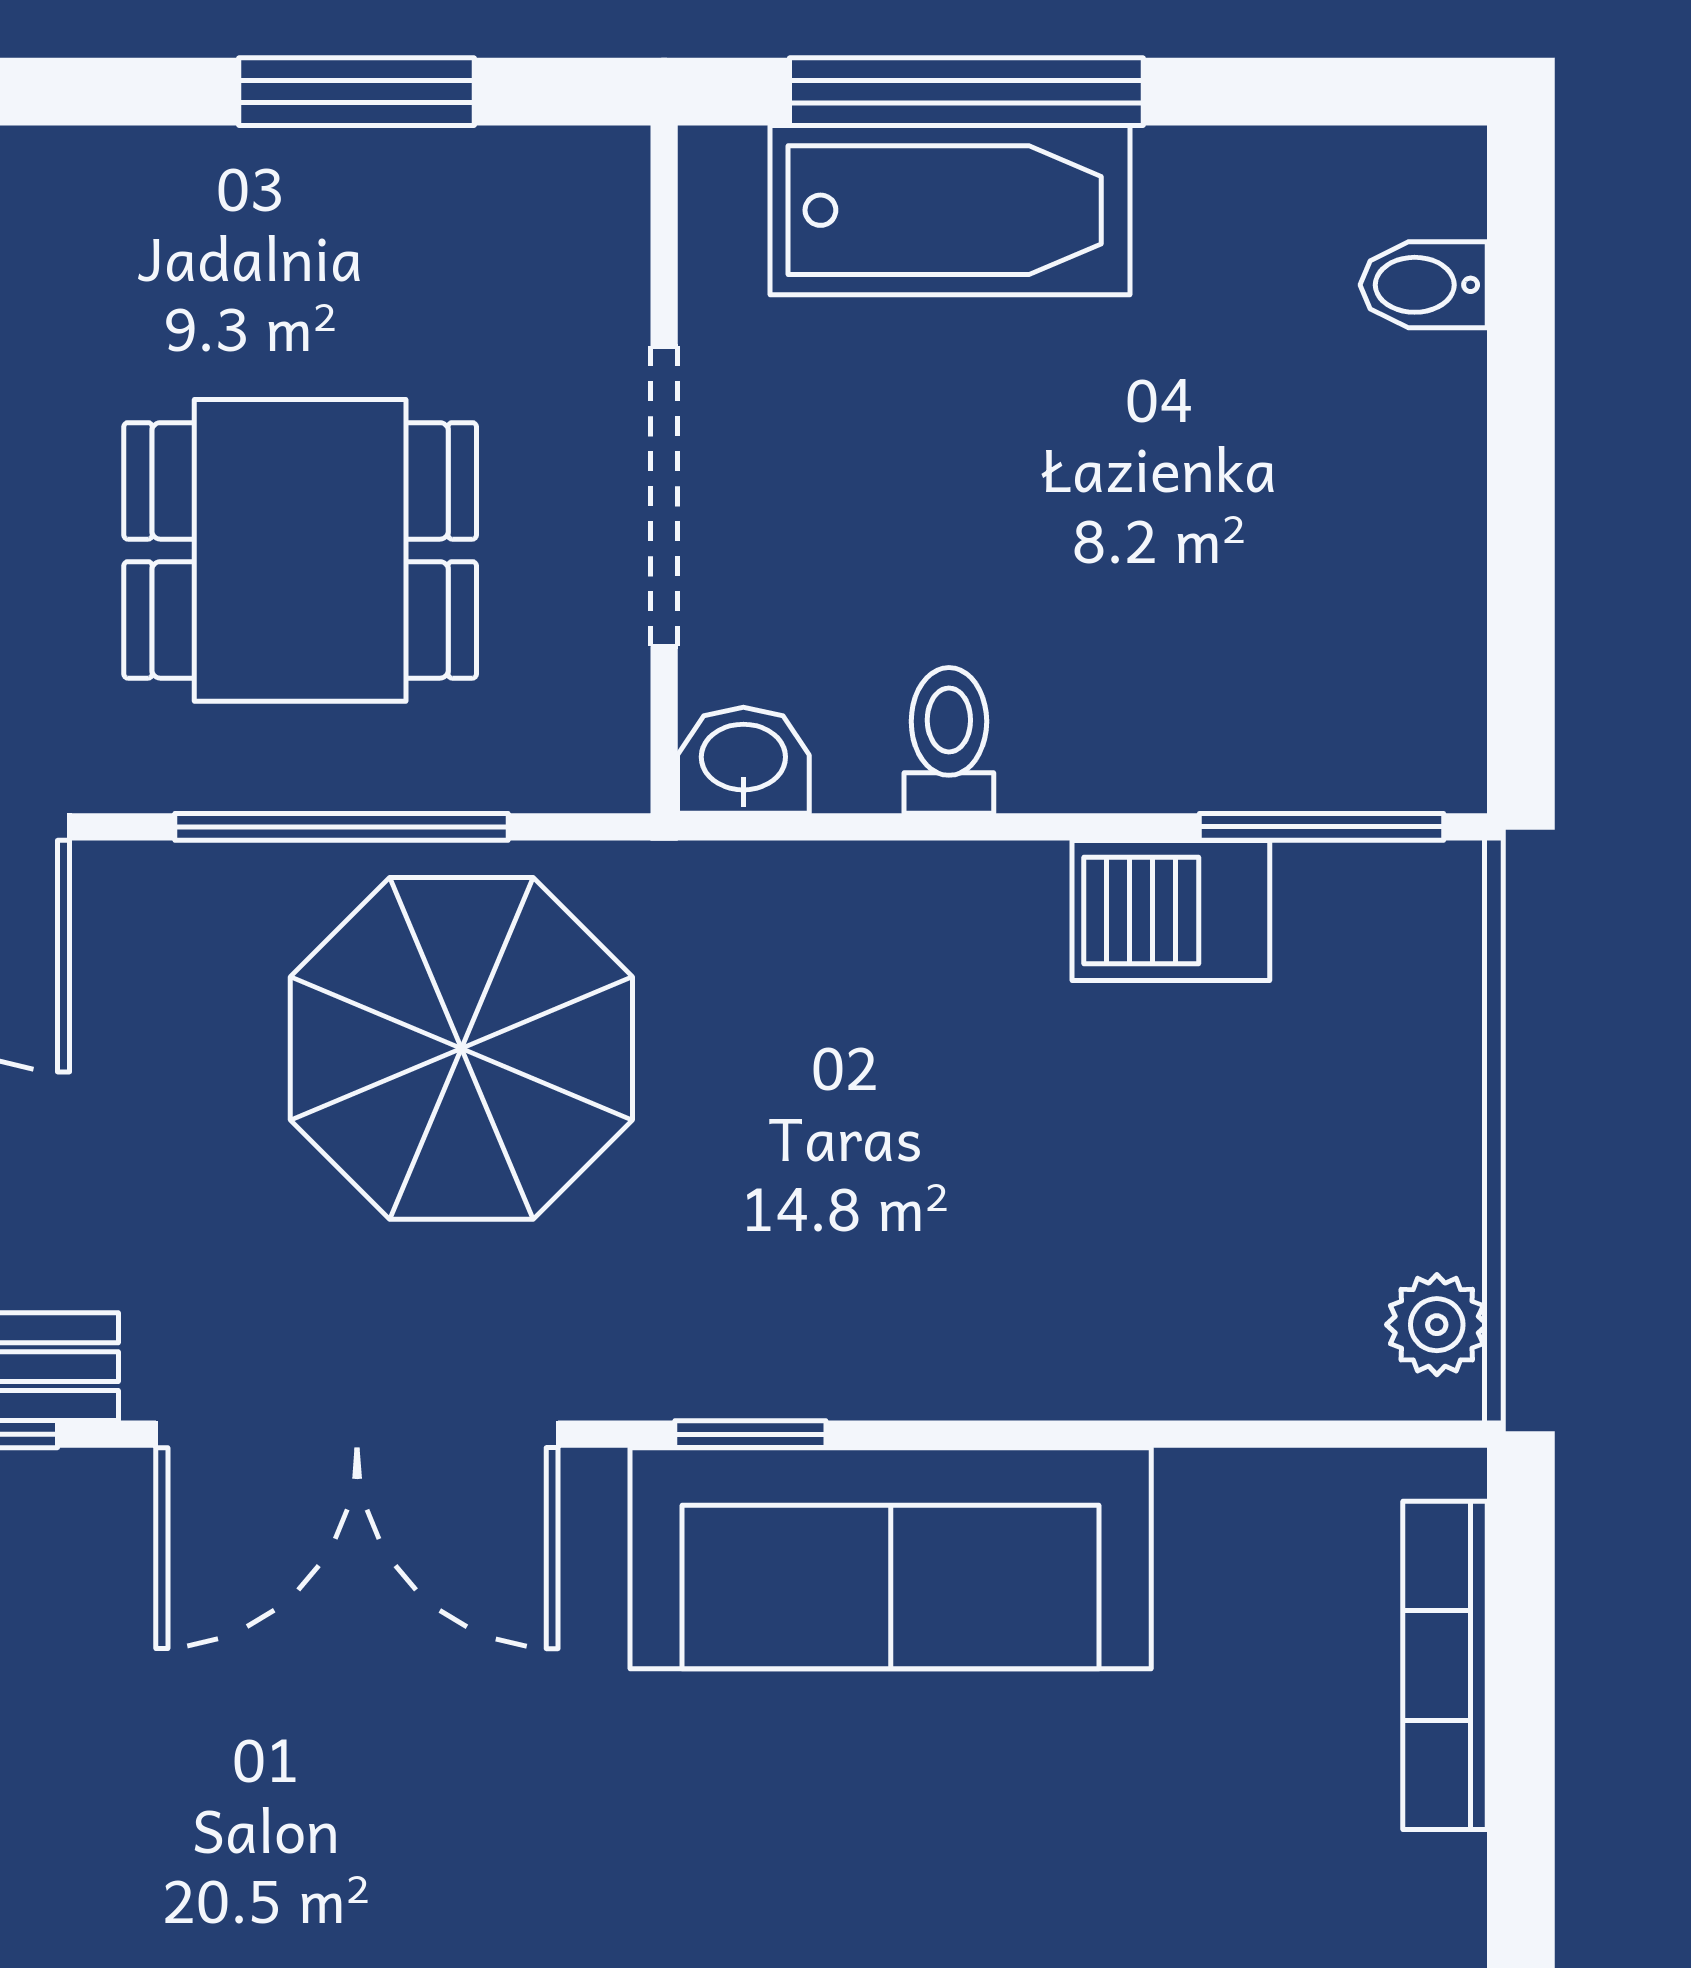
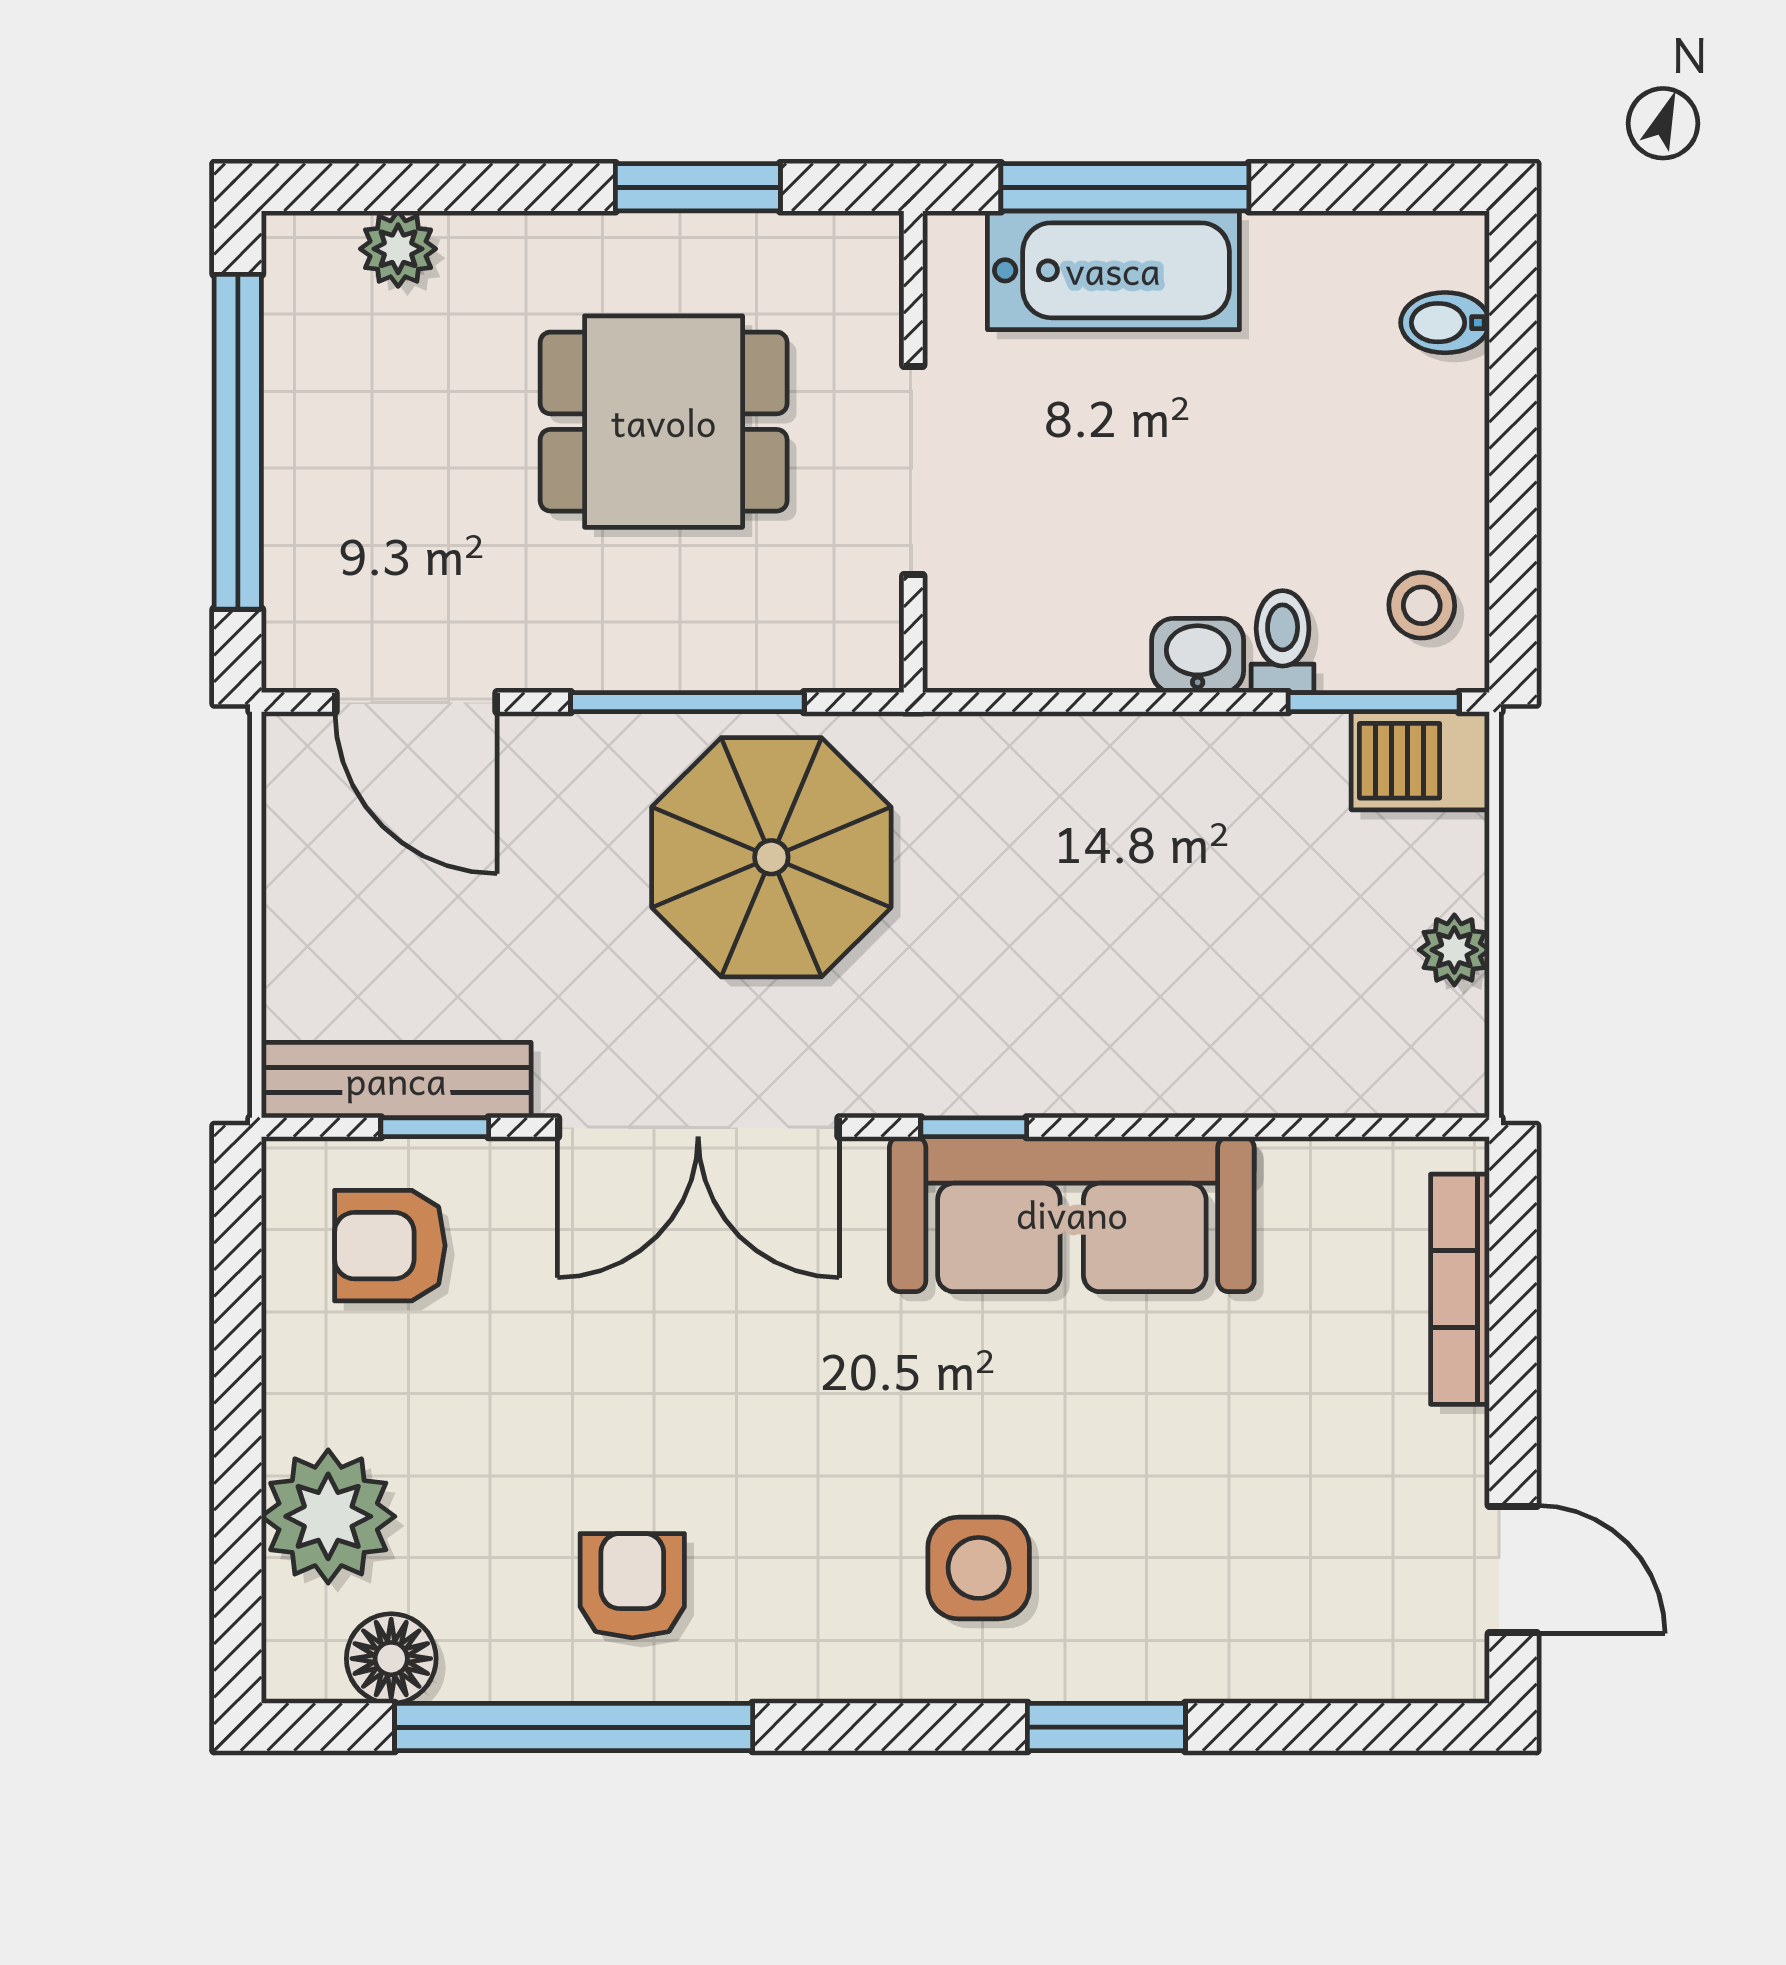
dining table: (300, 550) -> (664, 422), moved
stool: (1390, 689) -> (1422, 605), added
toilet: (949, 740) -> (1283, 642), moved
washbasin: (743, 760) -> (1198, 656), moved
barbecue: (1171, 911) -> (1420, 761), moved
plant: (1437, 1325) -> (1454, 950), moved

